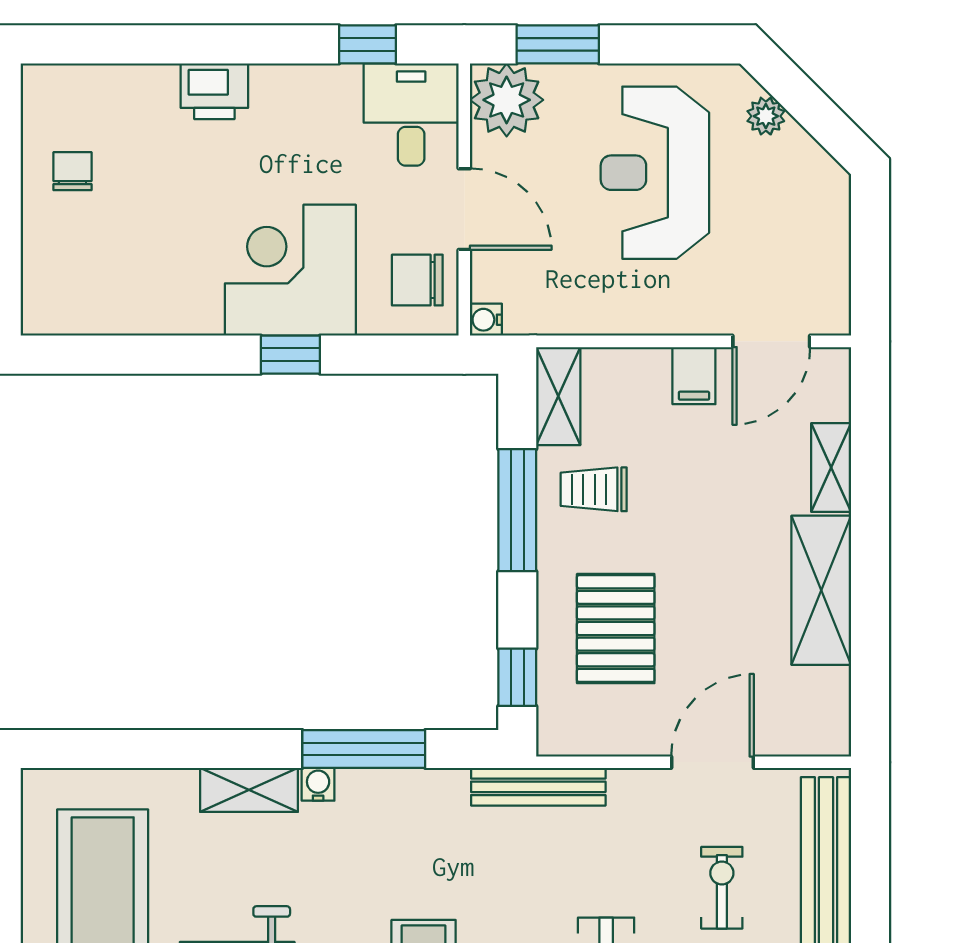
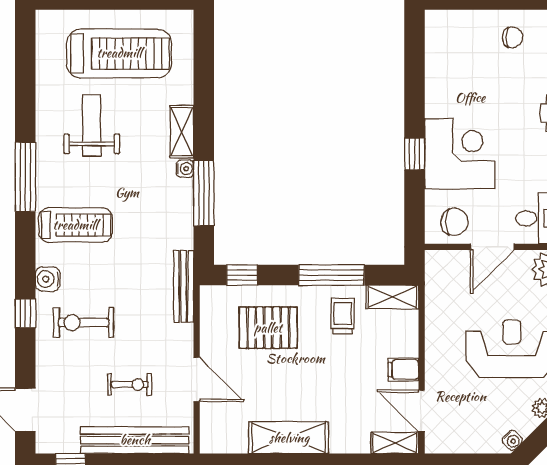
chair: (417, 280) -> (454, 222), turned 90
water cooler: (486, 320) -> (512, 440), moved, turned 135
shelving: (831, 467) -> (395, 443), moved

